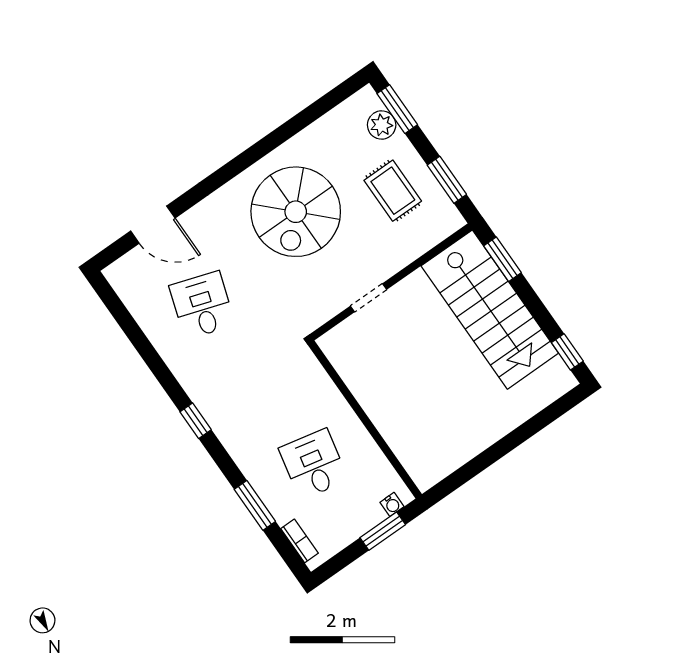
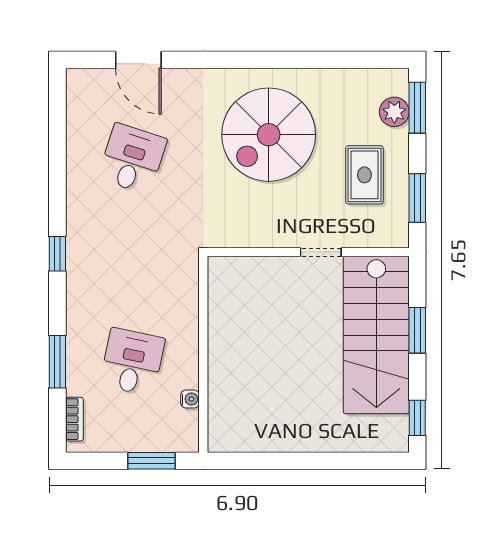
window: (502, 259) -> (417, 330), moved
doorway: (368, 298) -> (321, 252), moved
water cooler: (392, 504) -> (190, 399), moved, turned -90

